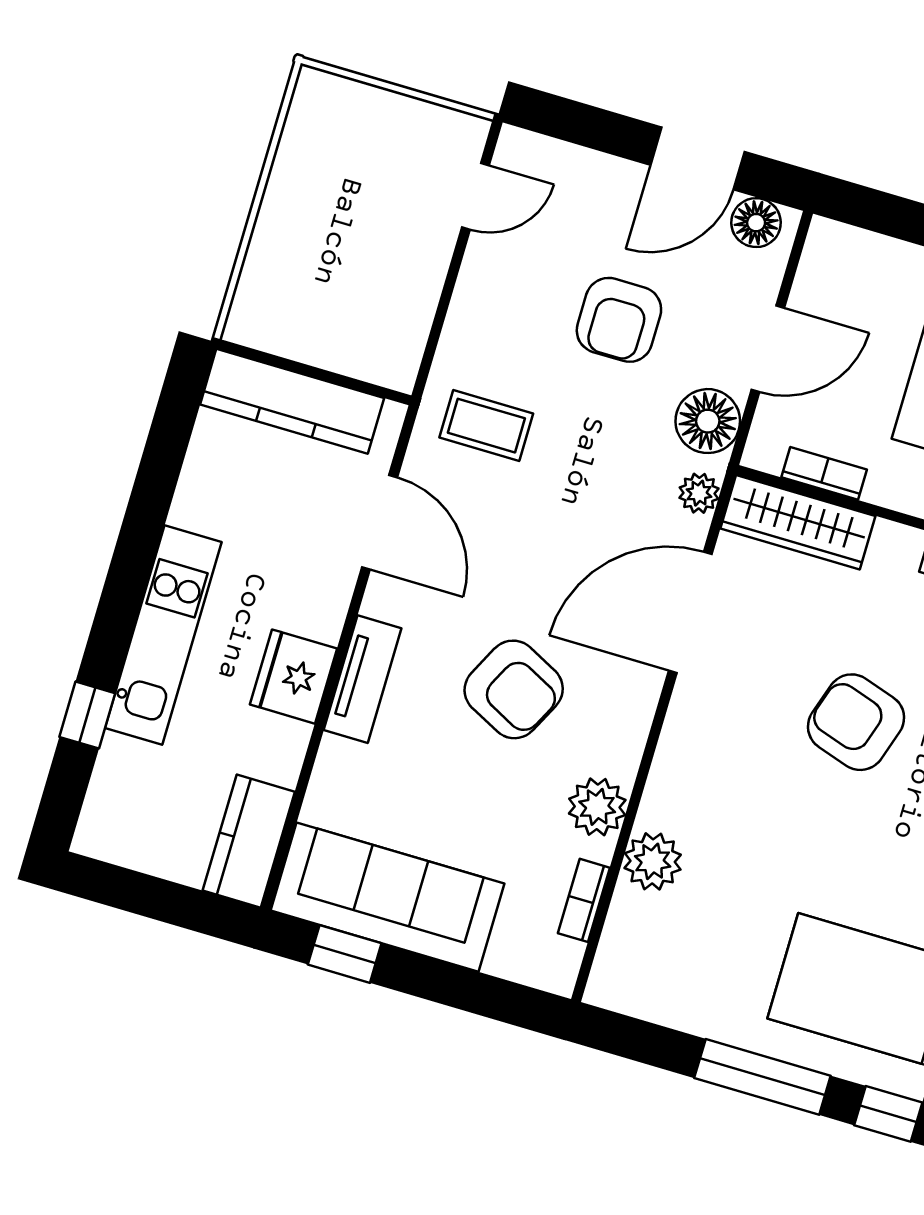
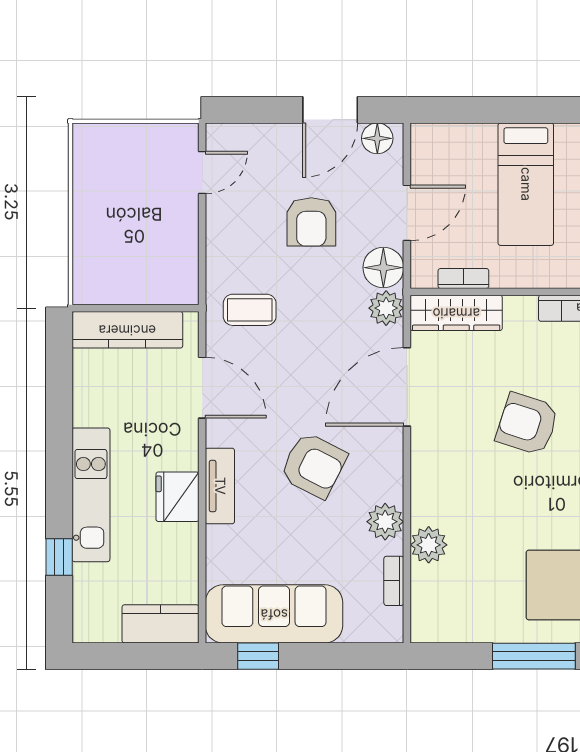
plant: (699, 493) -> (386, 308), width x1.38, depth x1.38
kitchen counter: (249, 841) -> (160, 624), moved, turned 90

